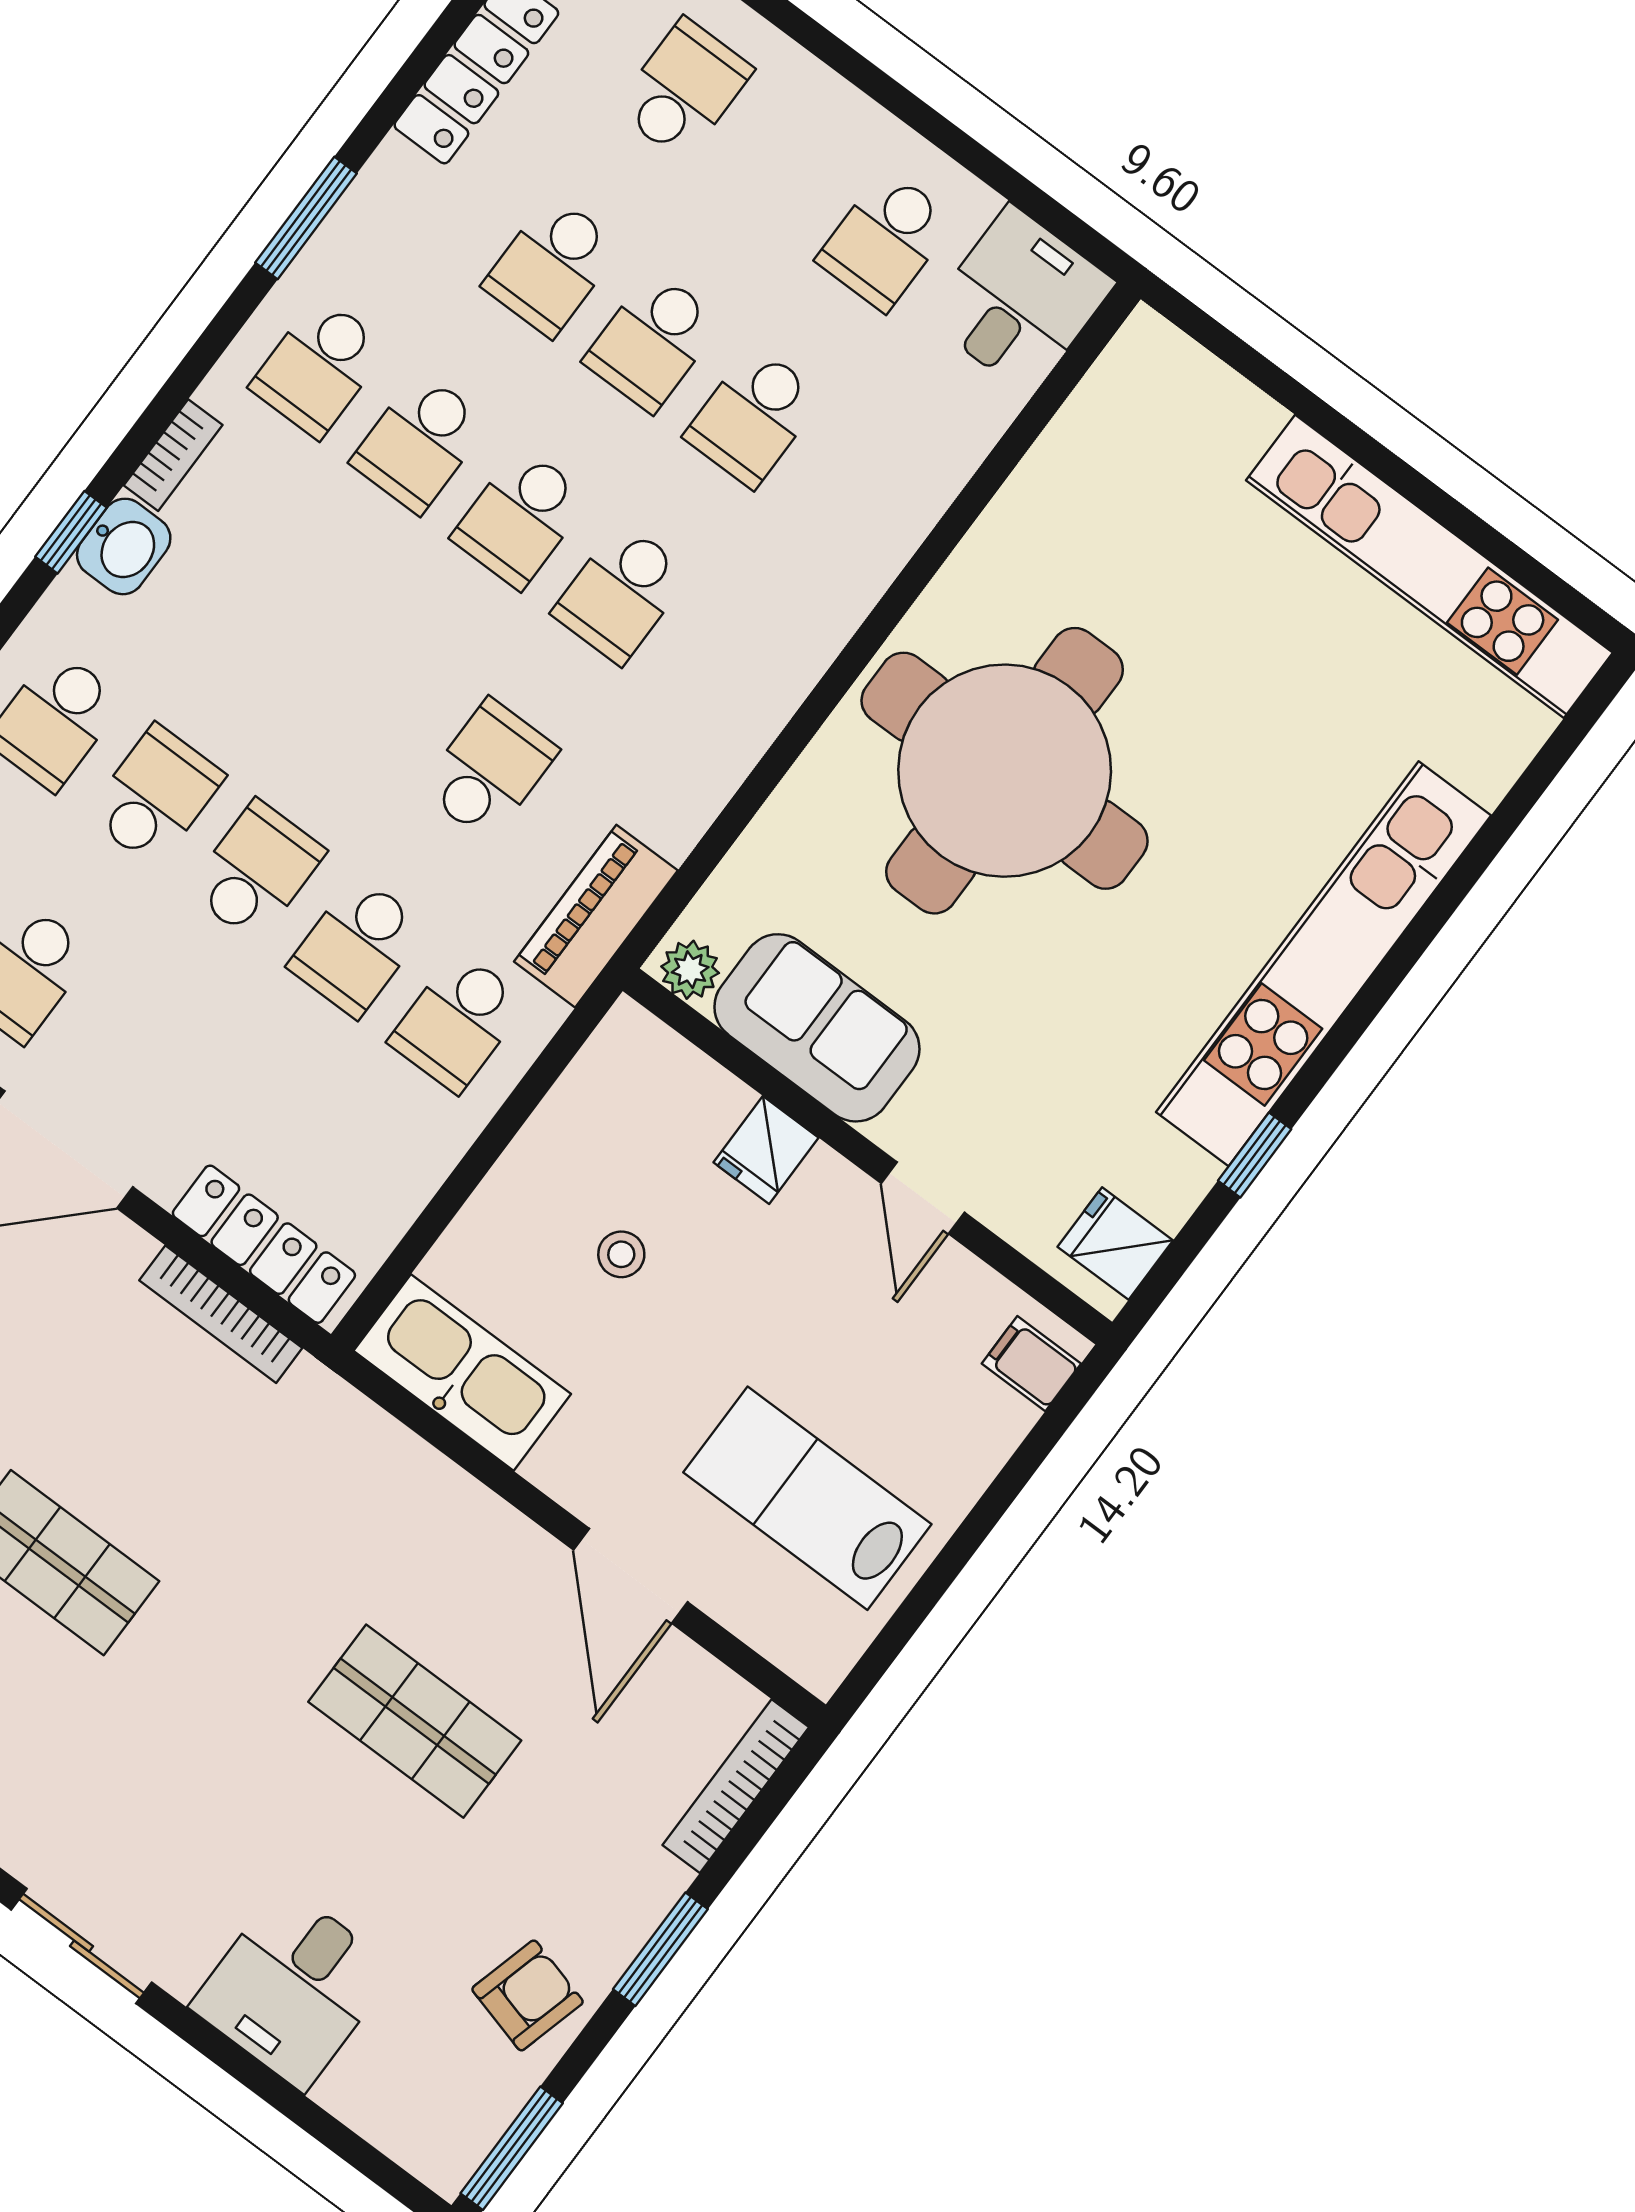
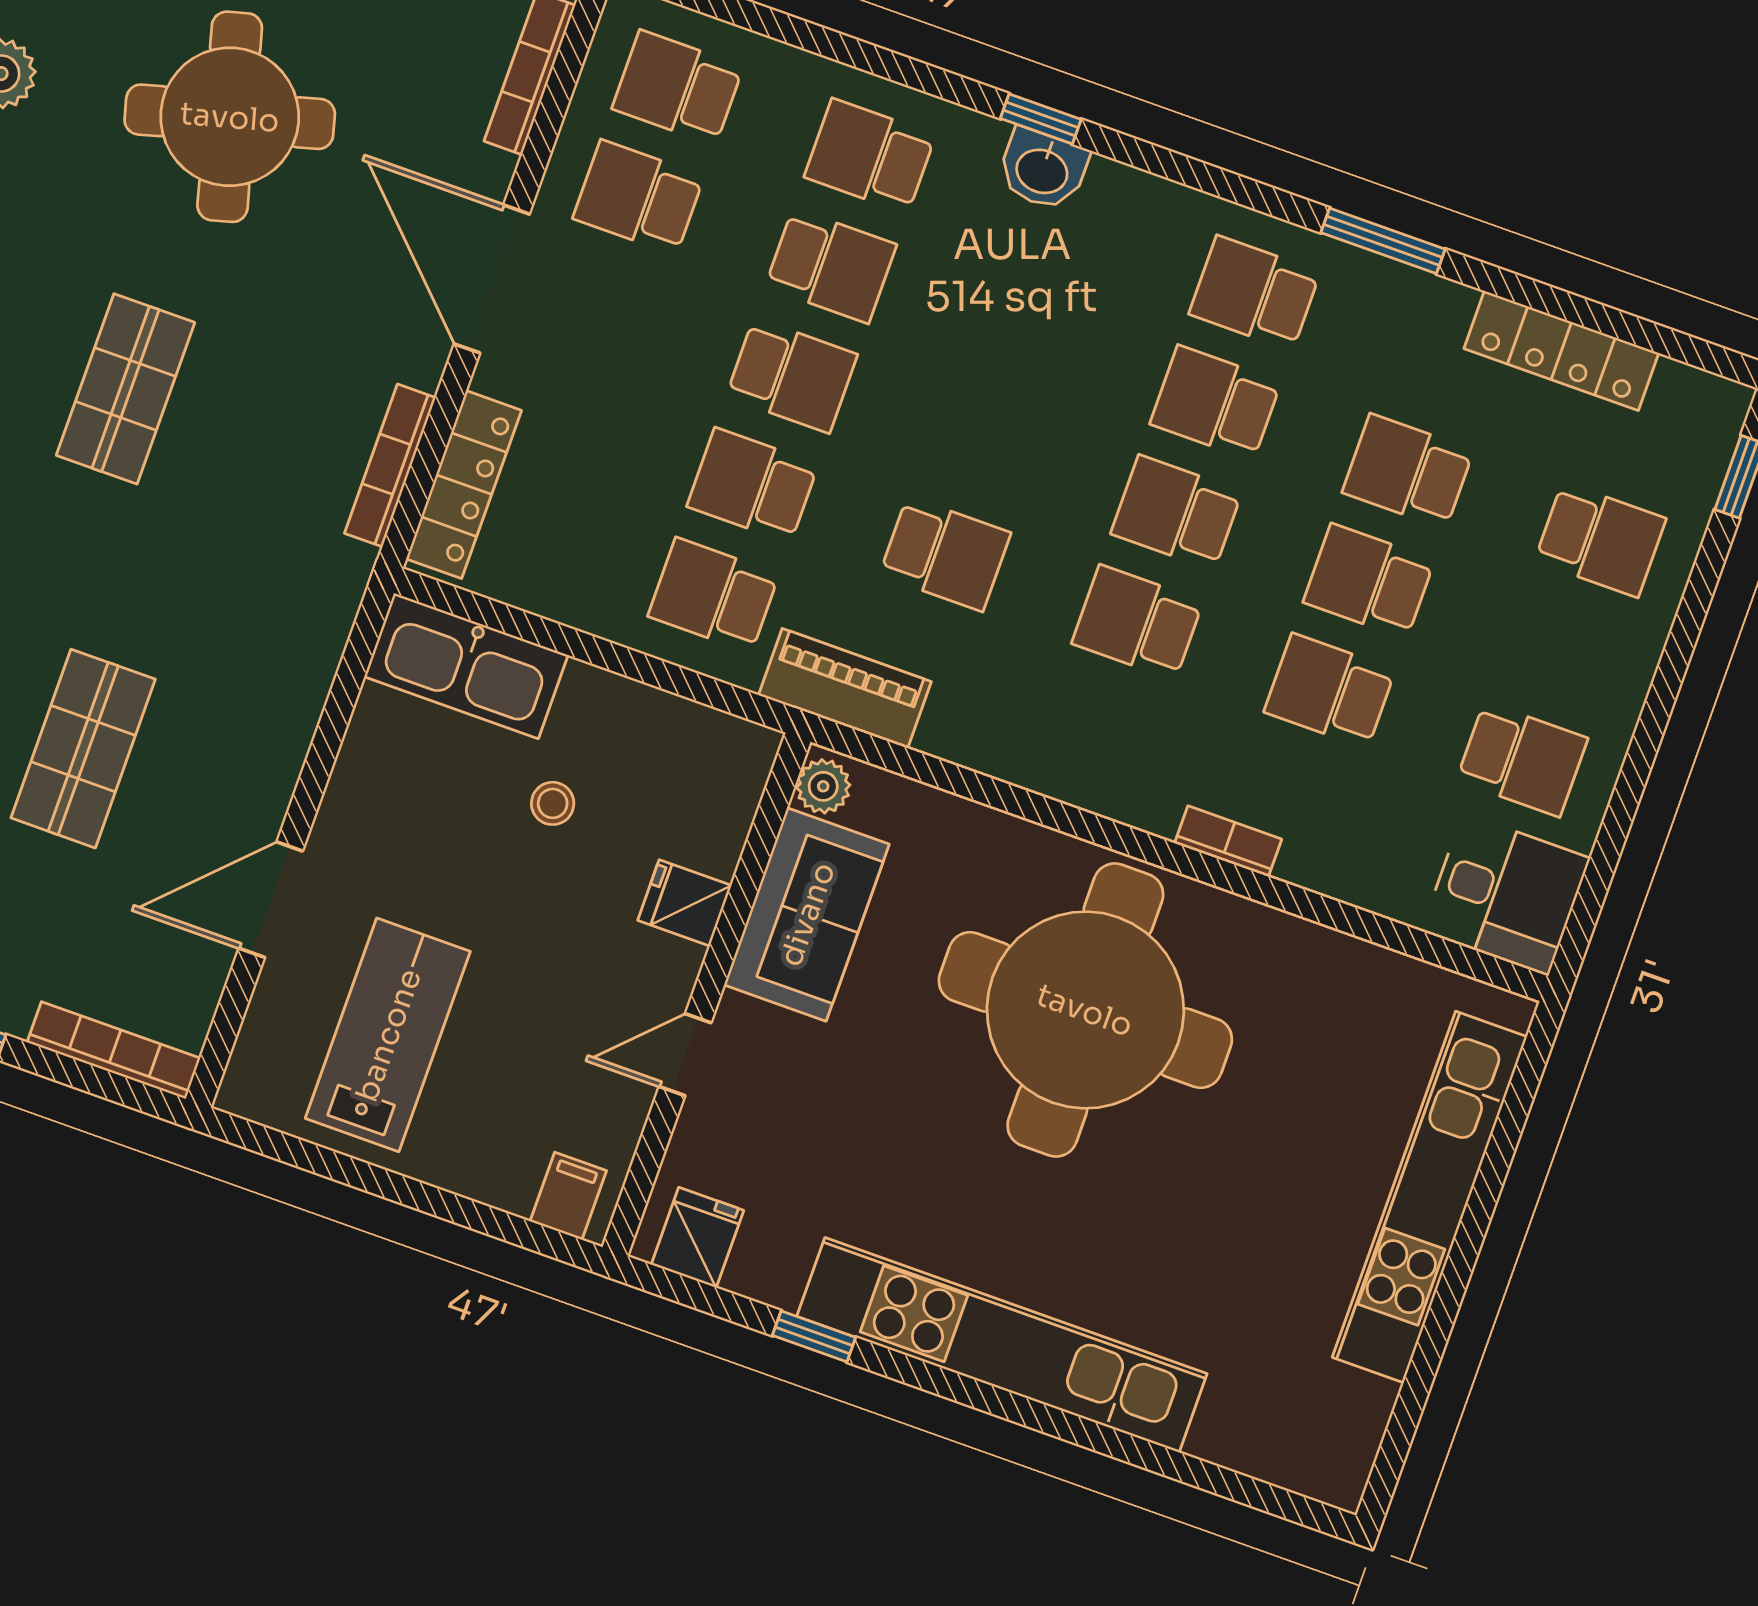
school desk: (885, 240) -> (1522, 759), turned 180
bookcase: (173, 455) -> (1228, 841), moved, turned 180
kitchen unit: (1429, 566) -> (1430, 1197), moved
kitchen sink: (462, 1372) -> (466, 666), moved, turned 90

